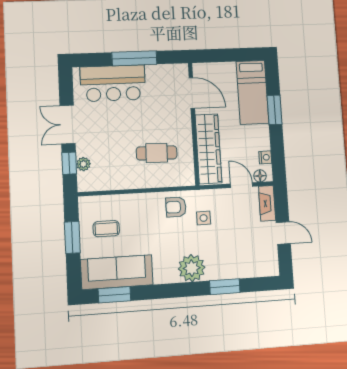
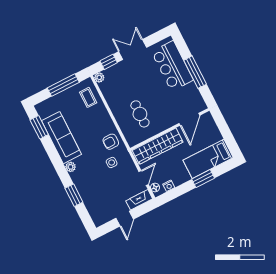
plant: (83, 164) -> (99, 78), moved
armchair: (176, 207) -> (111, 142), turned -90
coffee table: (106, 229) -> (88, 97), moved
window: (72, 237) -> (63, 85), width x1.44
plant: (192, 268) -> (71, 167), width x0.53, depth x0.53
sofa: (117, 272) -> (61, 138), moved

